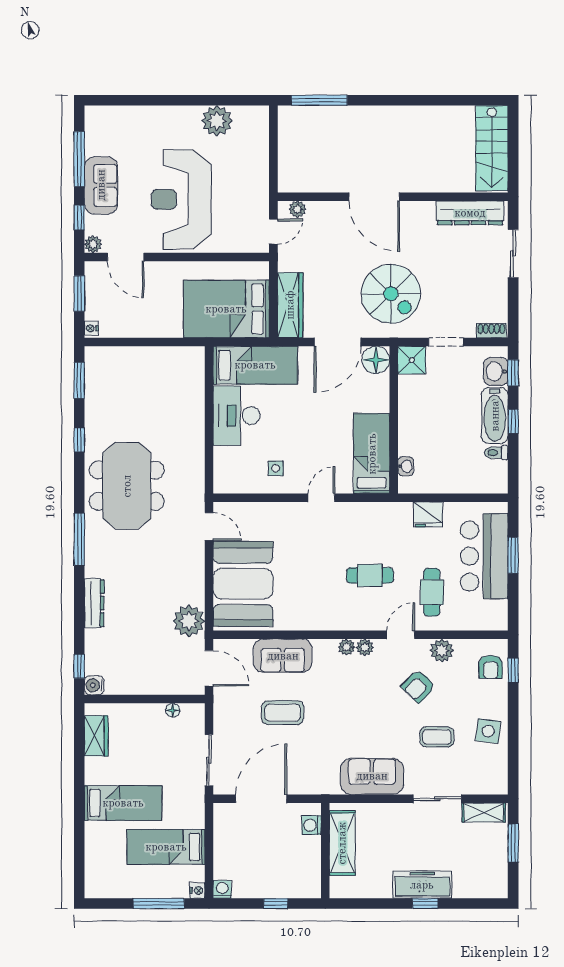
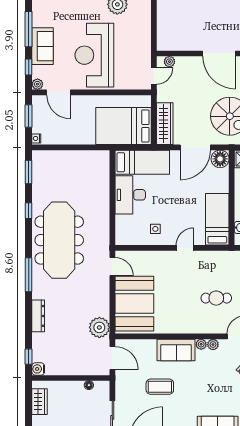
meeting table: (127, 486) -> (59, 240), width x1.36
sofa: (283, 656) -> (176, 350), moved

